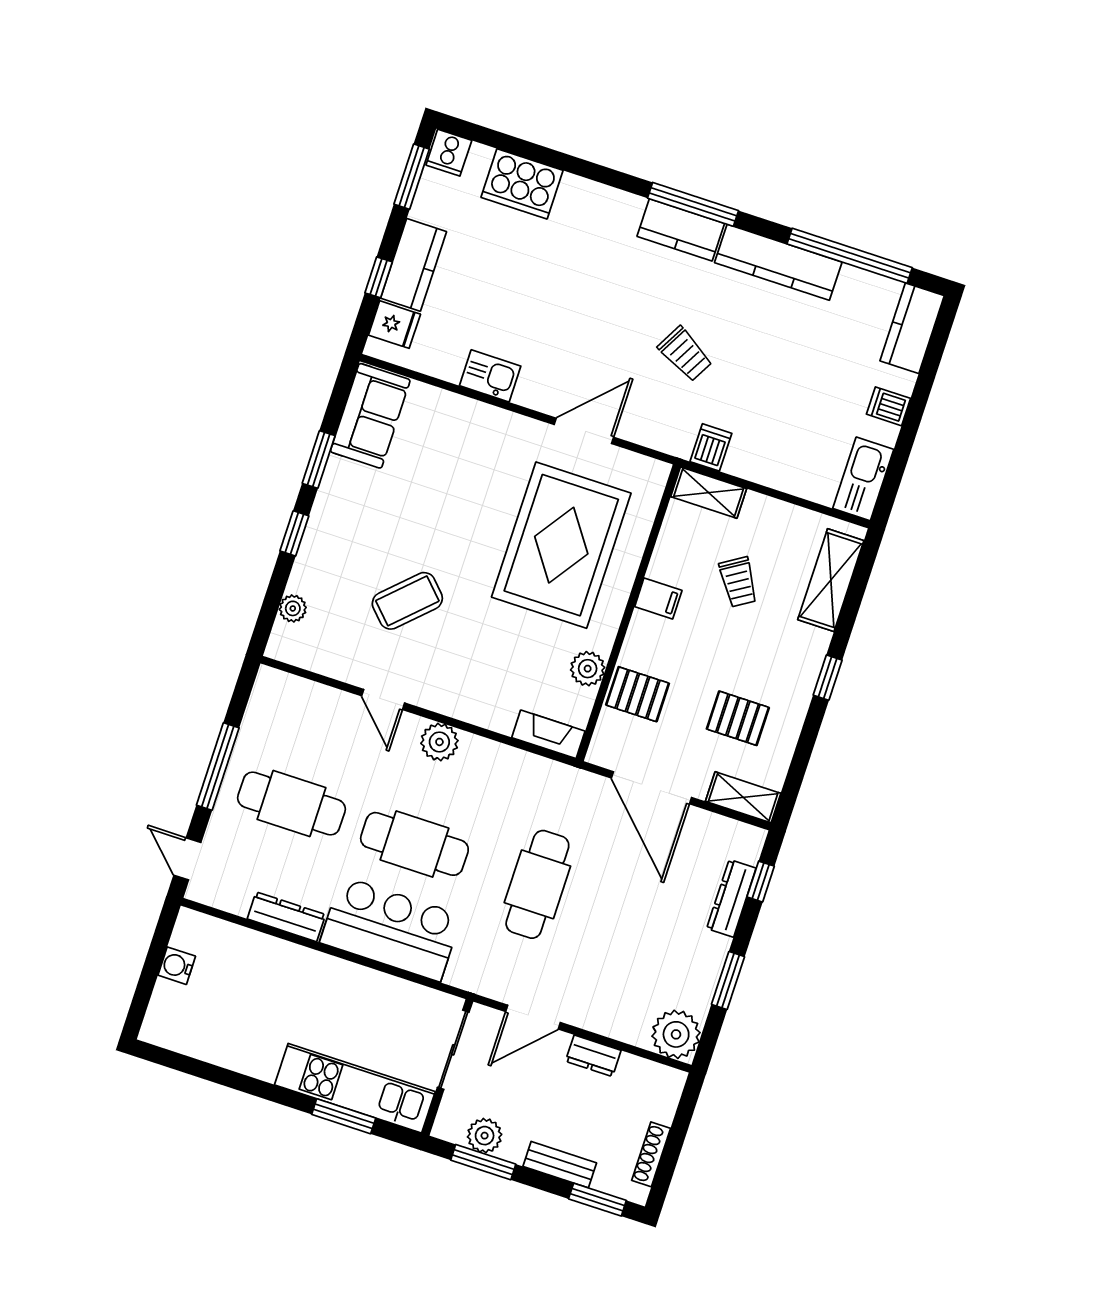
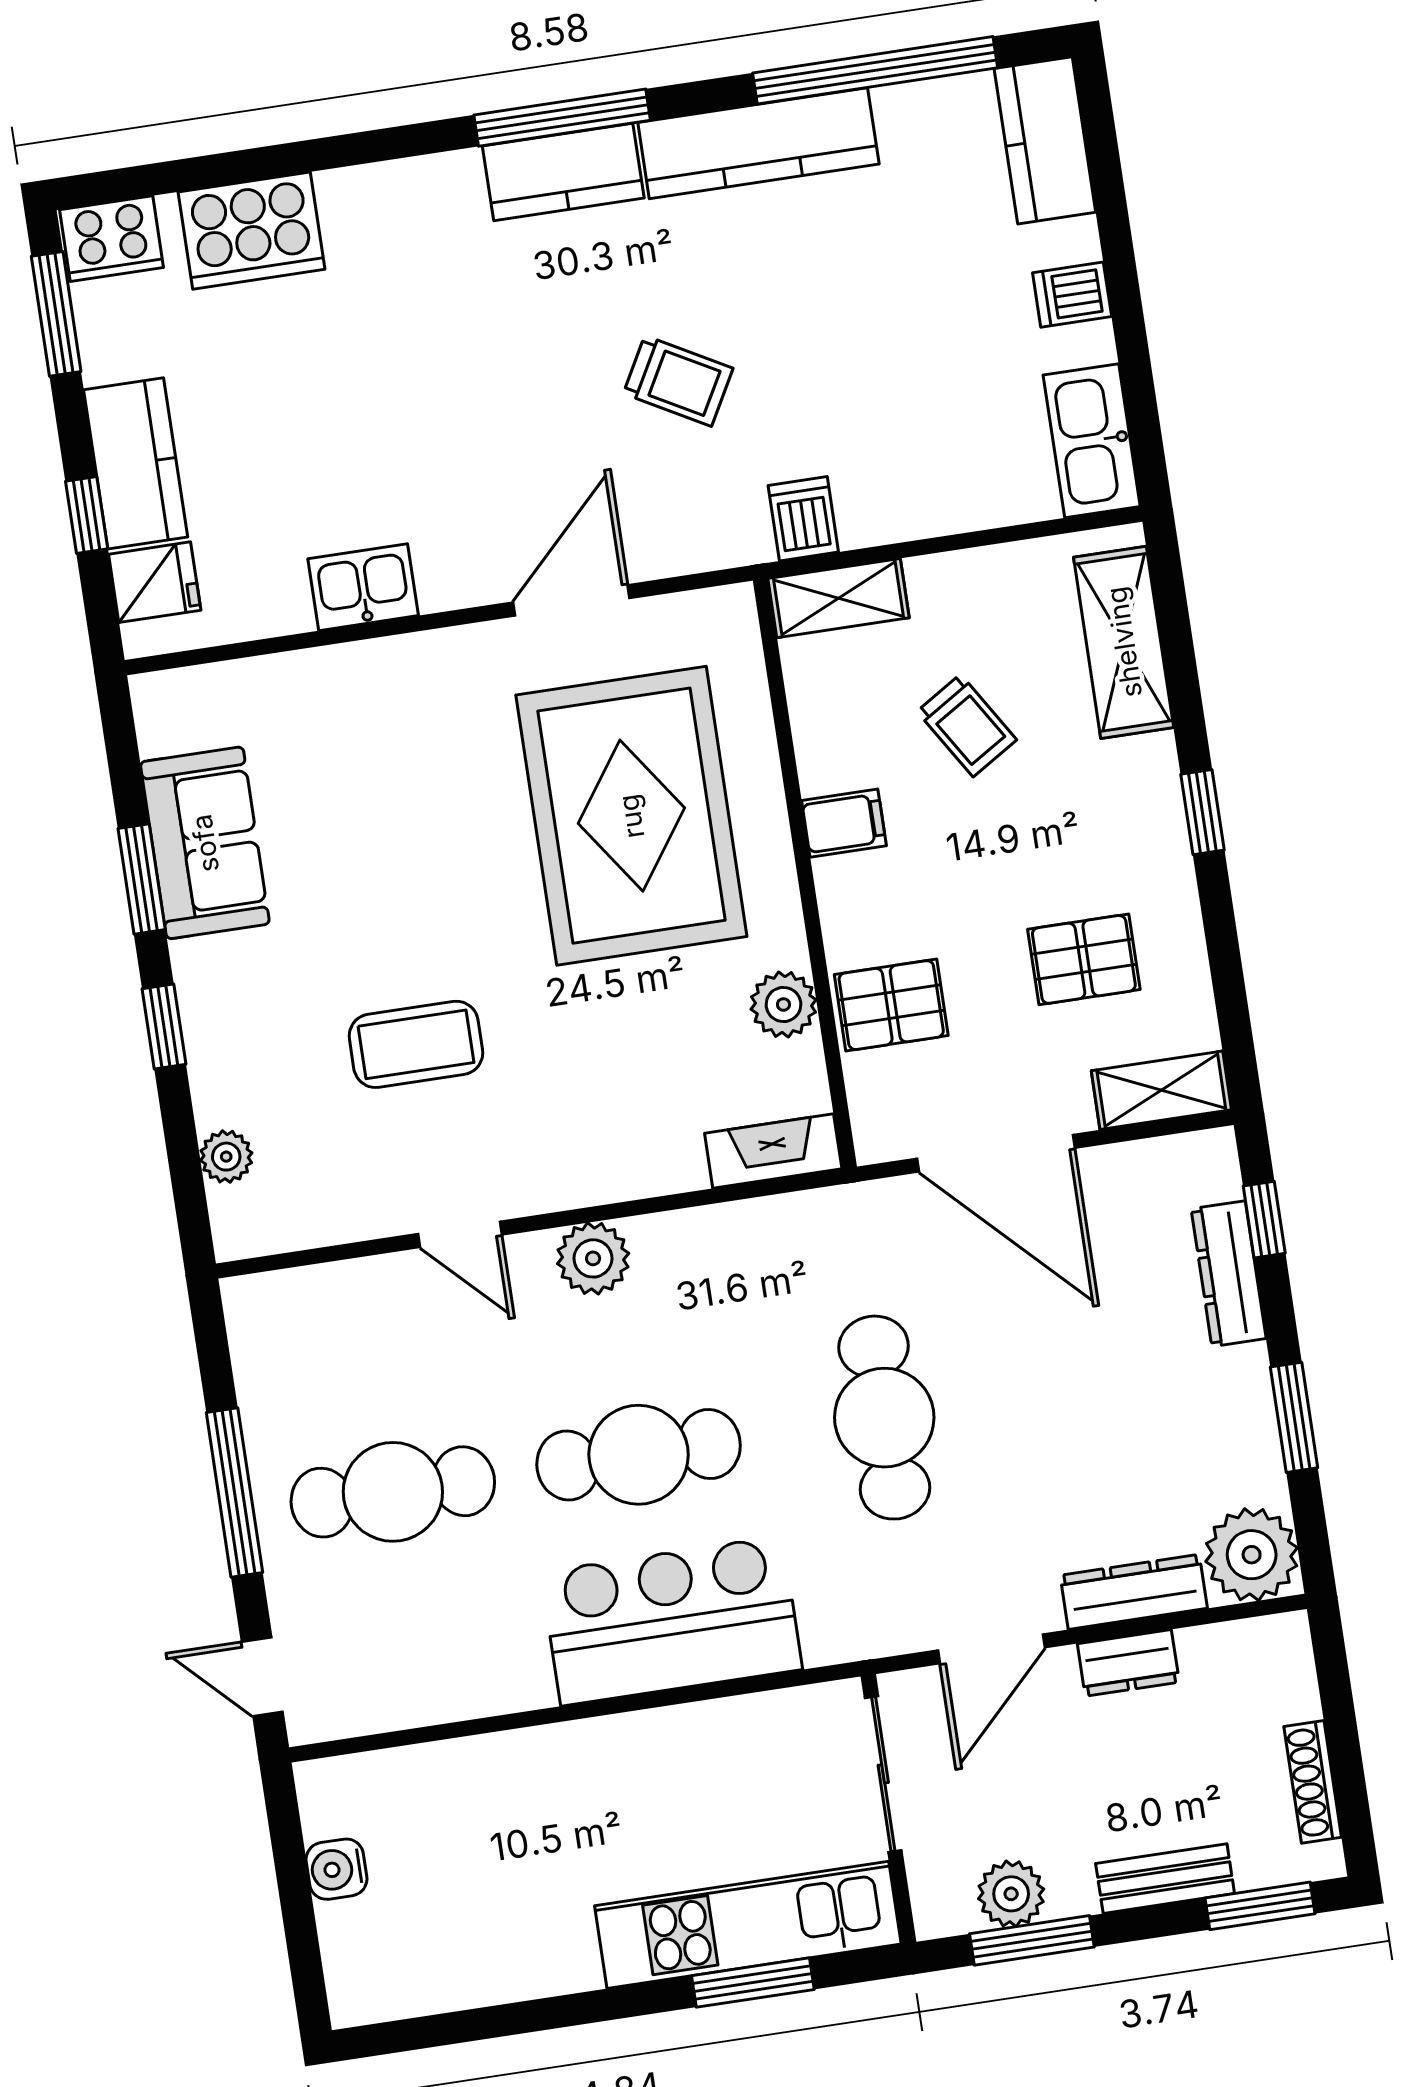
cooker: (449, 153) -> (111, 239), width x1.36
sofa: (370, 416) -> (205, 843), moved
coffee table: (407, 601) -> (416, 1044), turned 44
dresser: (286, 917) -> (1134, 1592), moved

